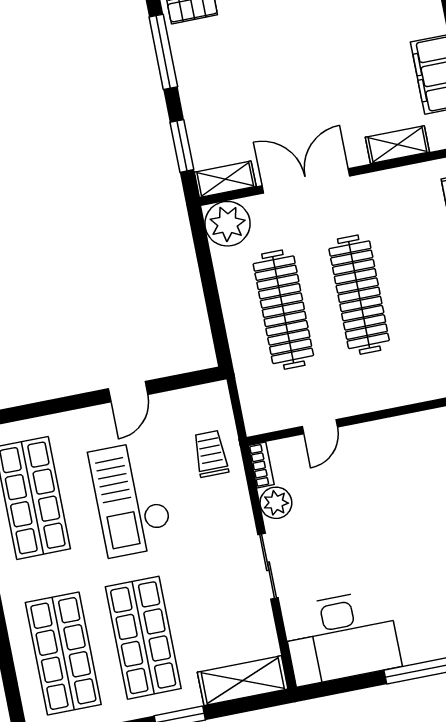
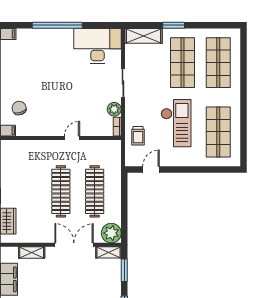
double door: (306, 181) -> (74, 245), swing flipped
door: (128, 392) -> (151, 169), moved
door: (320, 427) -> (72, 138), moved

